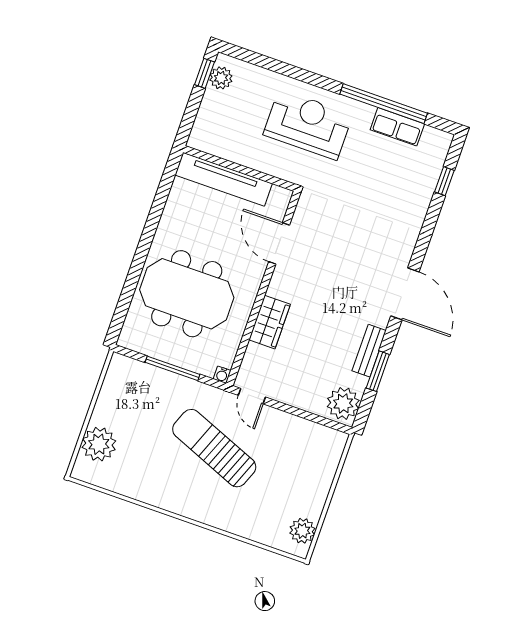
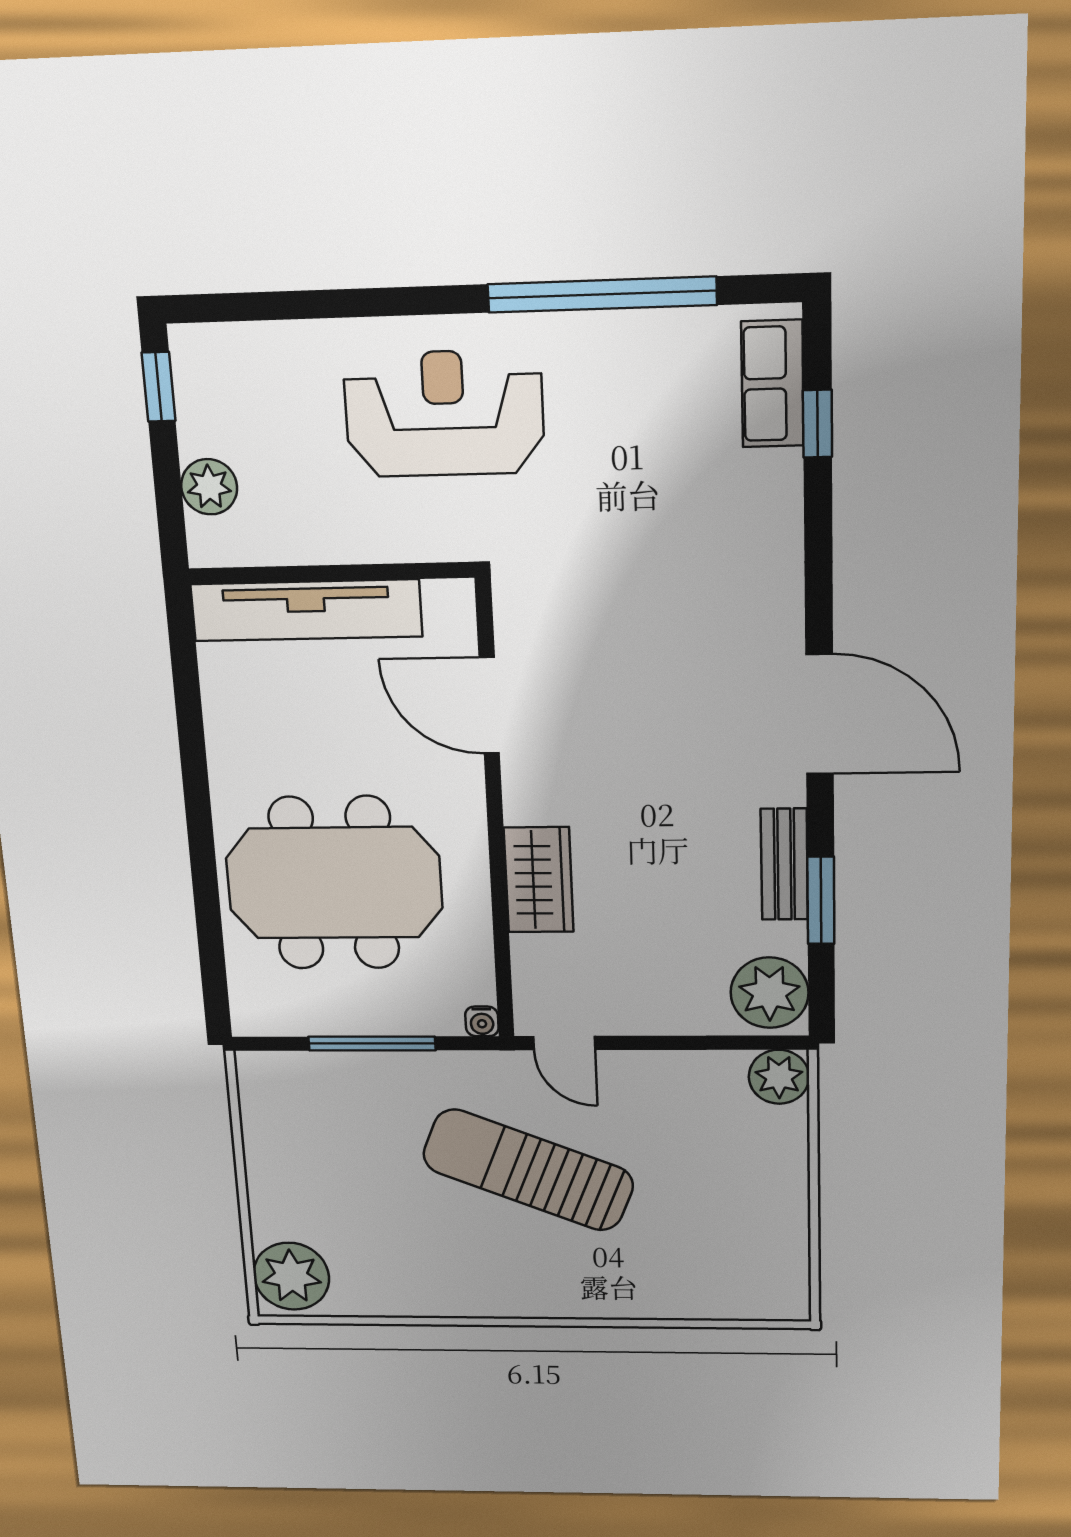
plant: (221, 78) -> (209, 487), moved
row of seats: (397, 127) -> (772, 384), moved, turned 90
plant: (99, 444) -> (291, 1276), moved
plant: (302, 531) -> (779, 1077), moved

